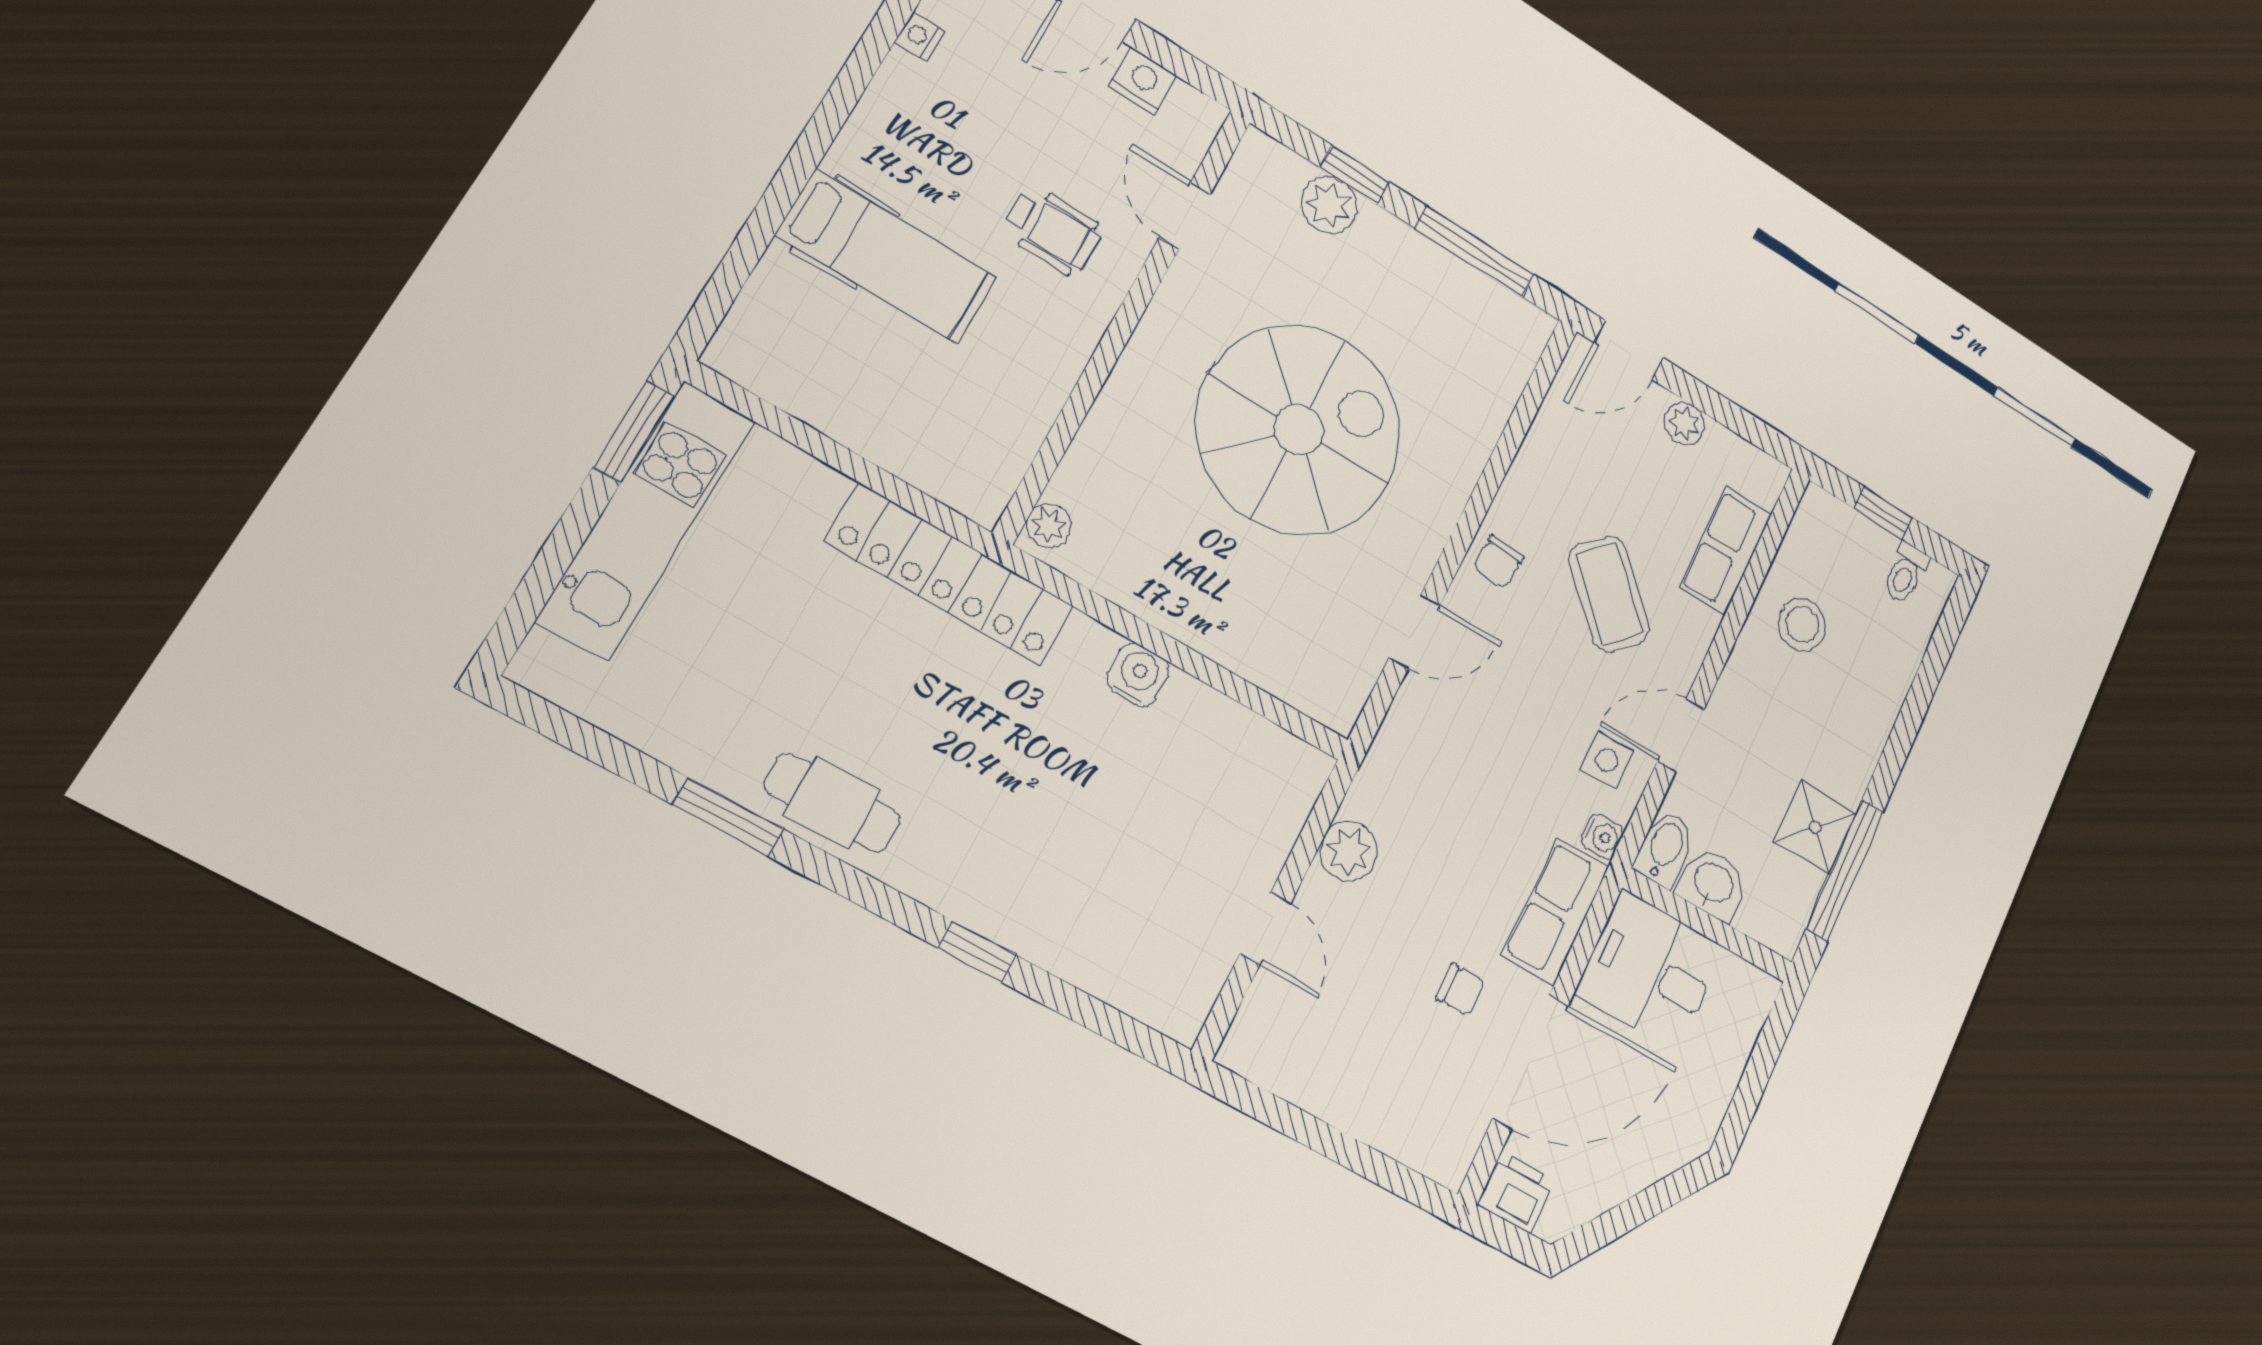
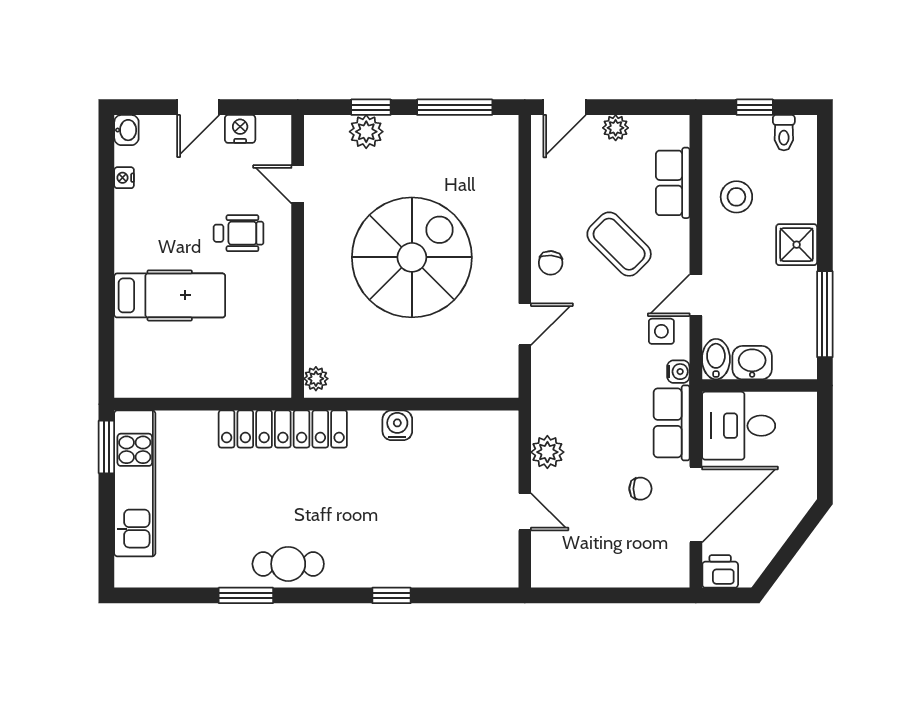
shower: (1815, 827) -> (797, 245), moved

